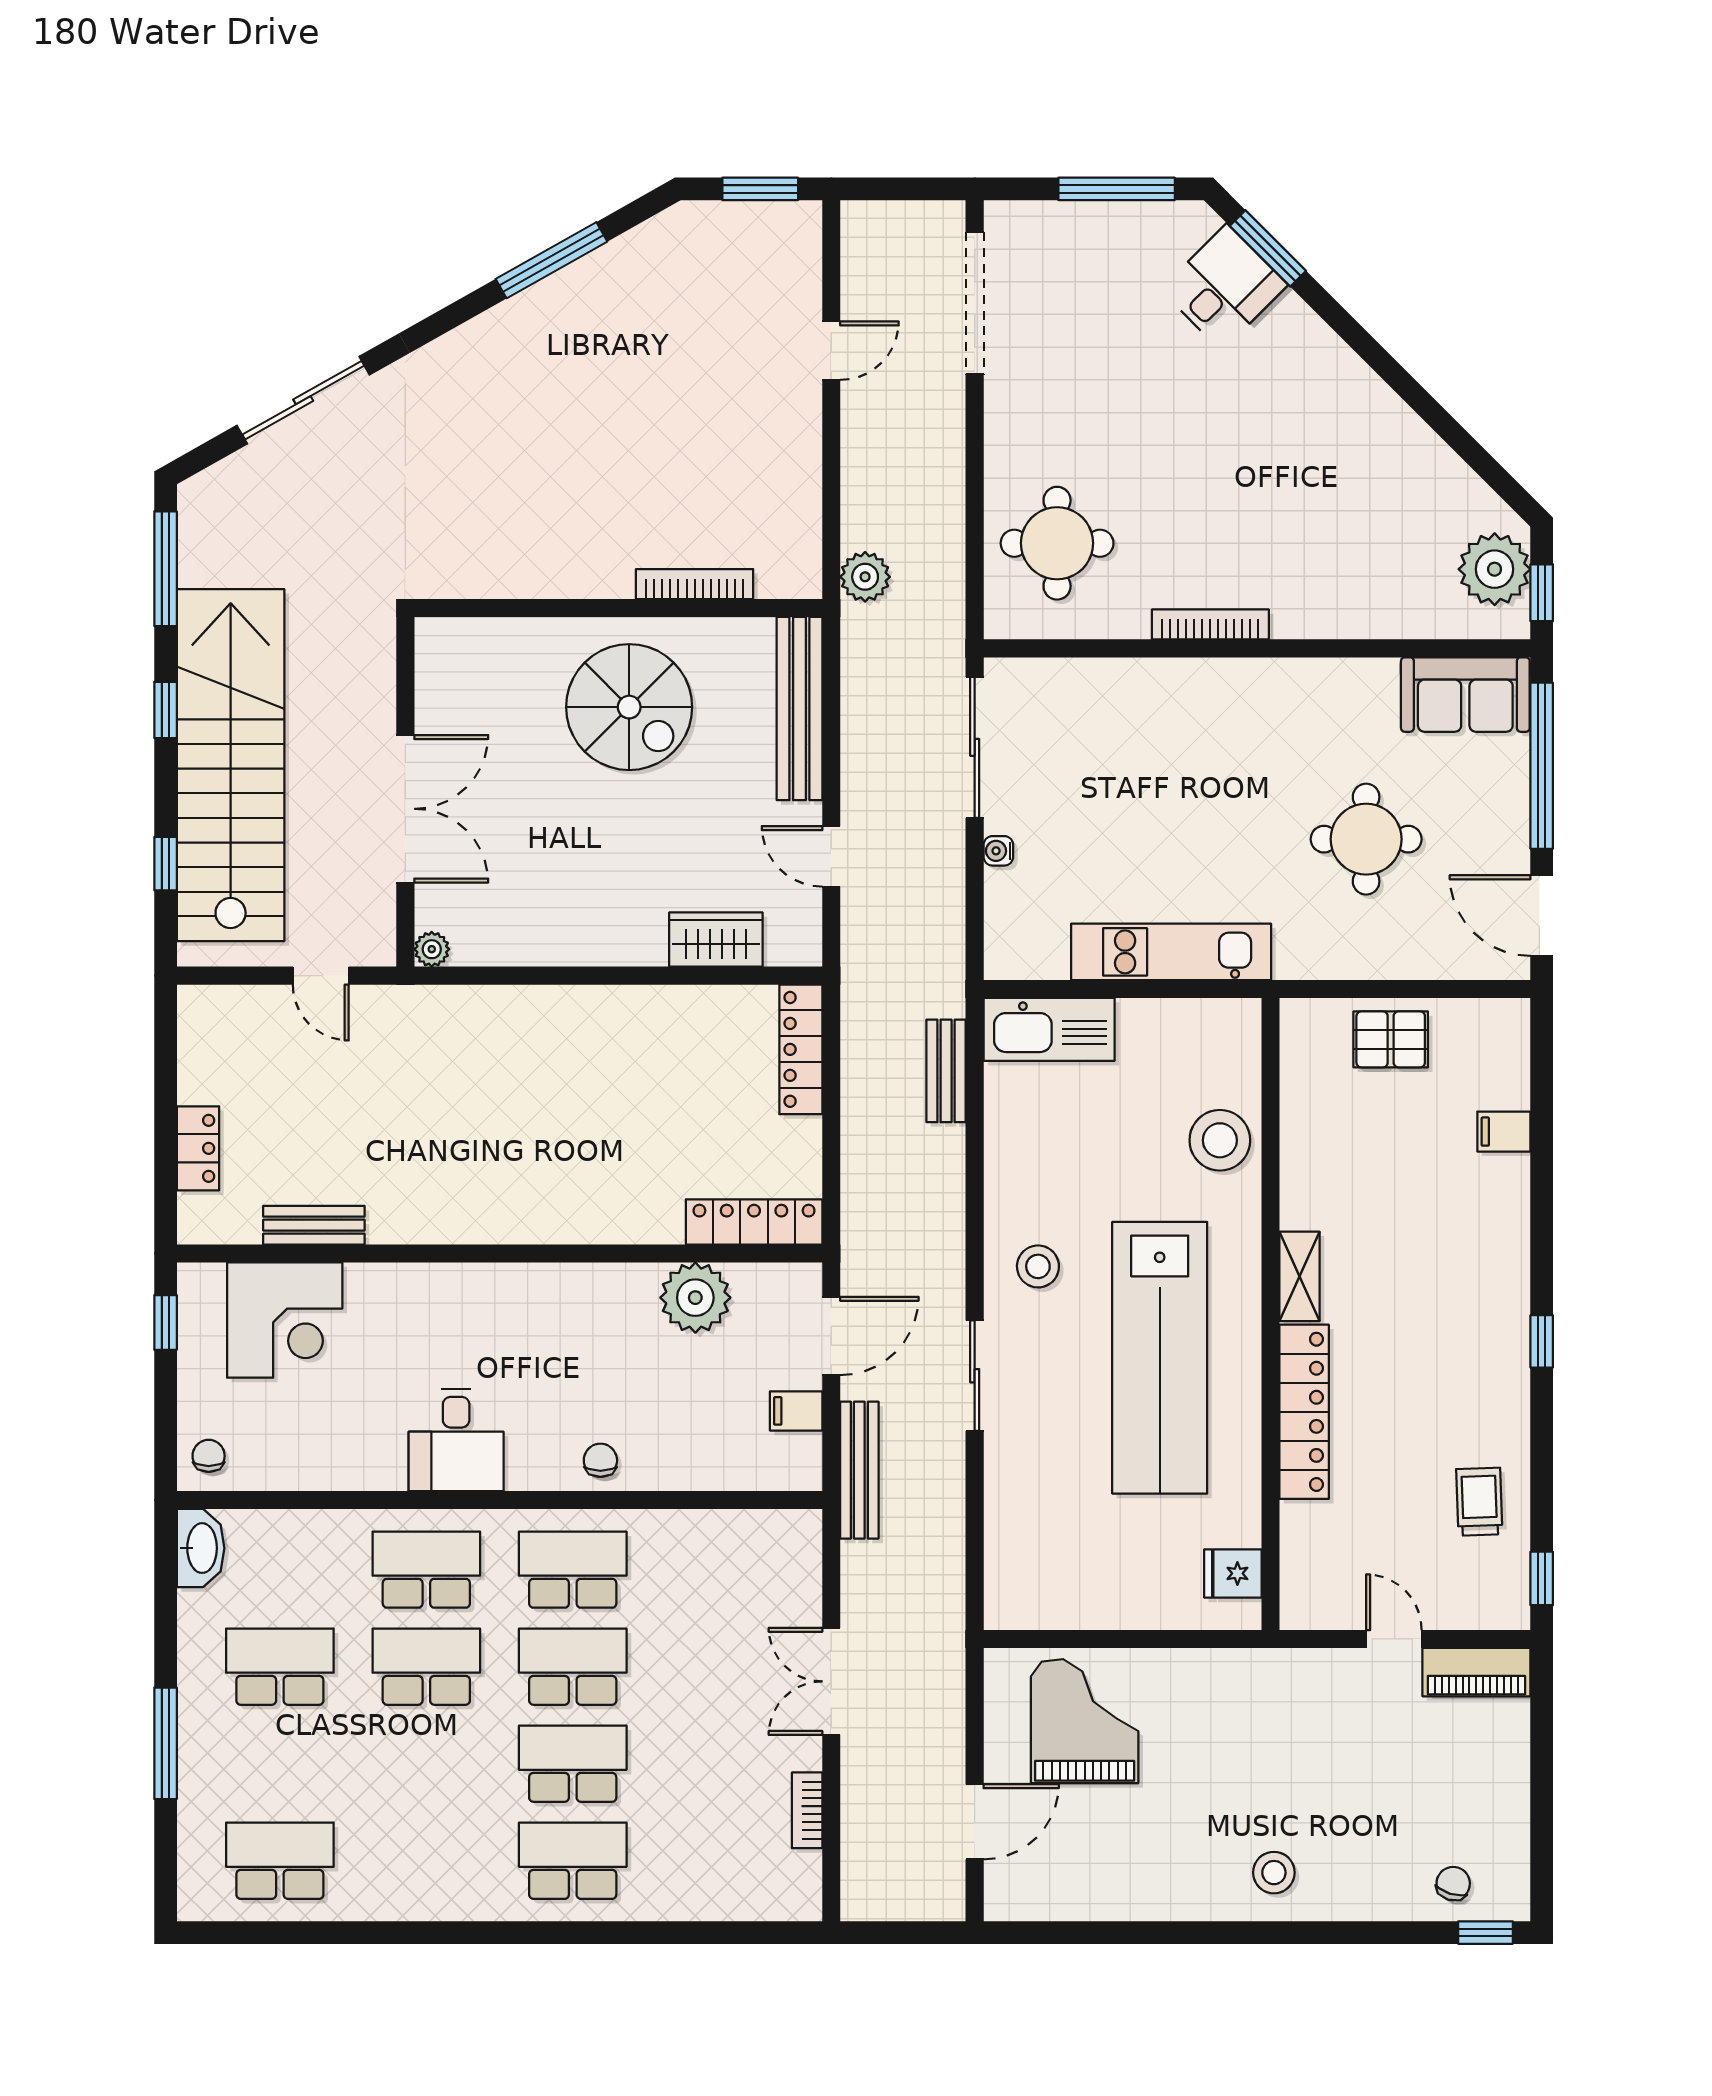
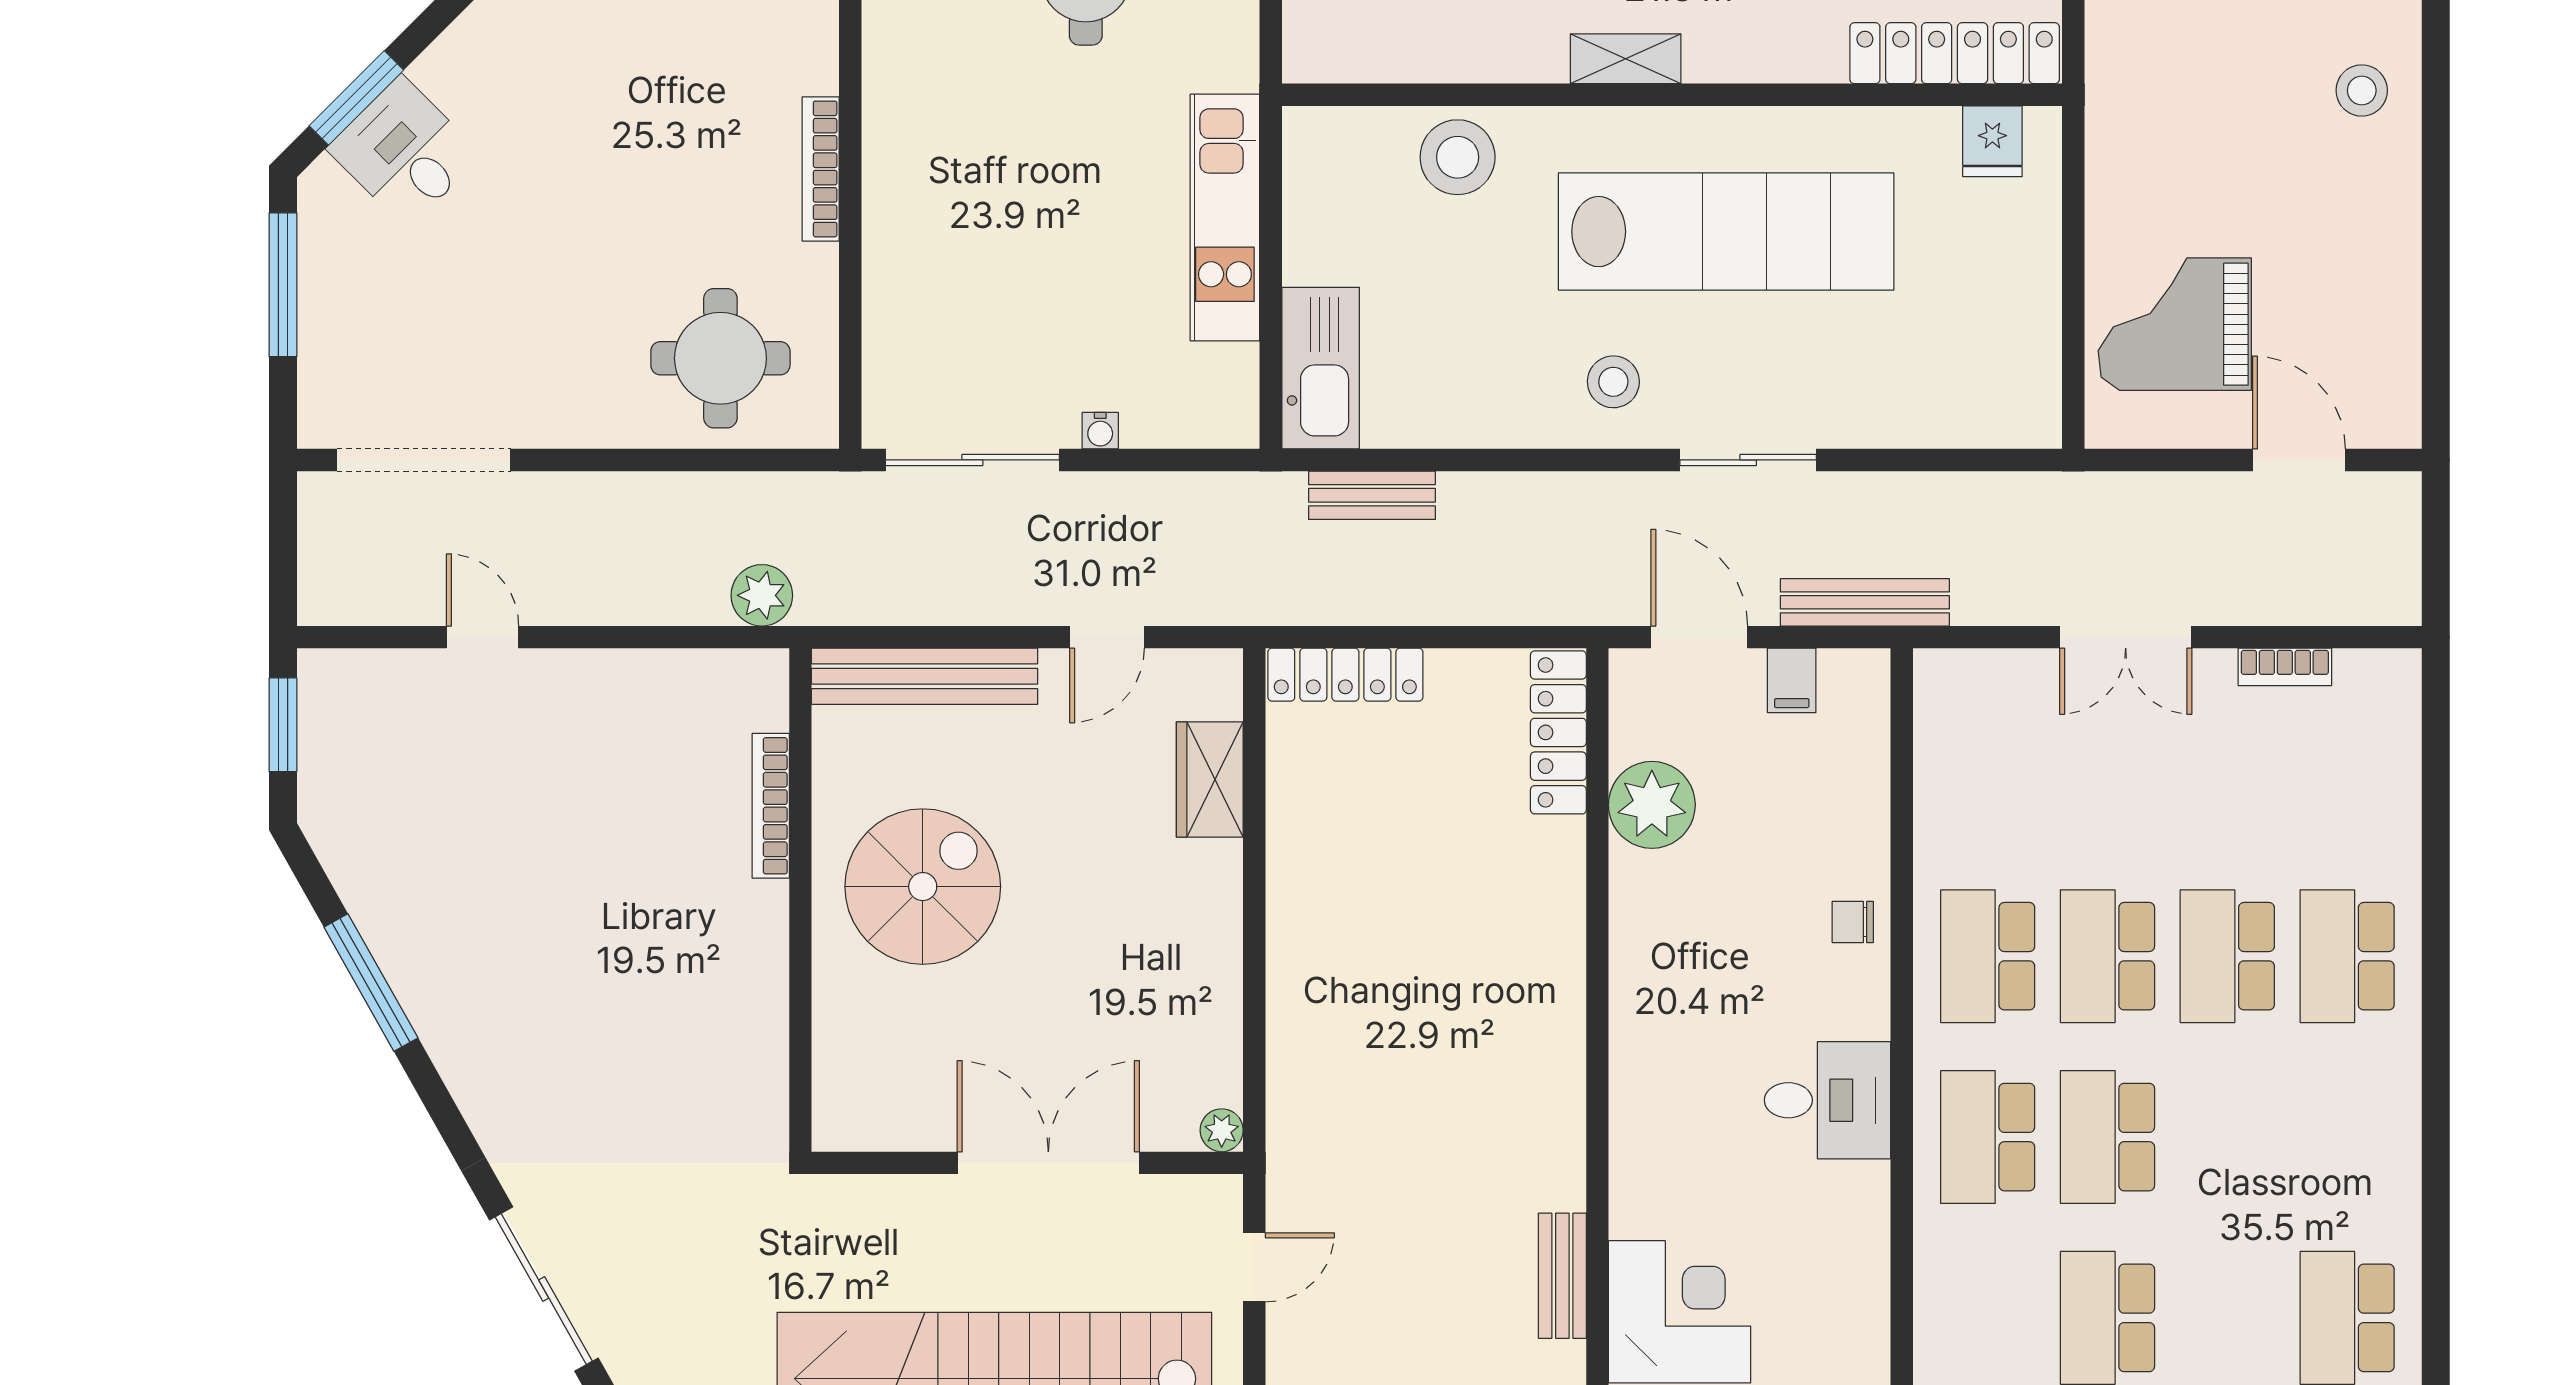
locker: (1304, 1412) -> (1955, 53), moved

